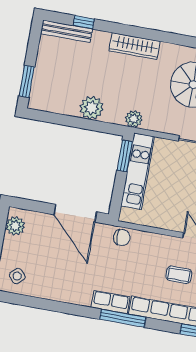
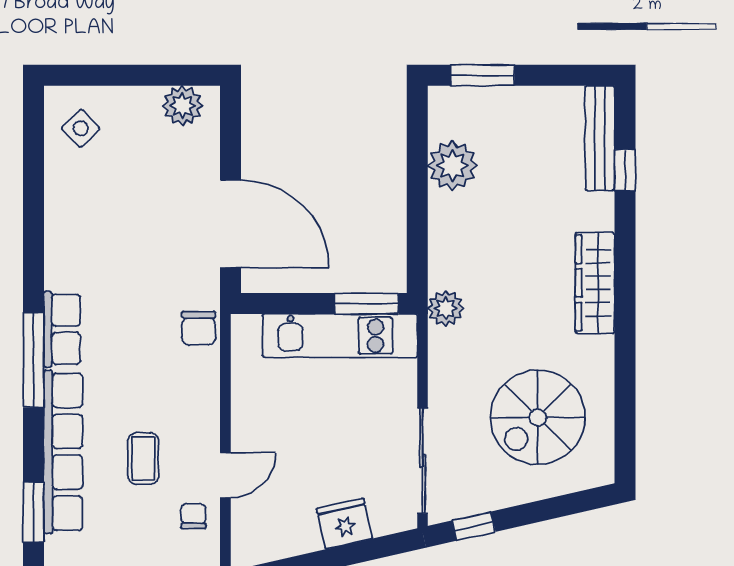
plant: (92, 108) -> (453, 166), moved
door: (75, 213) -> (231, 224), swing flipped

